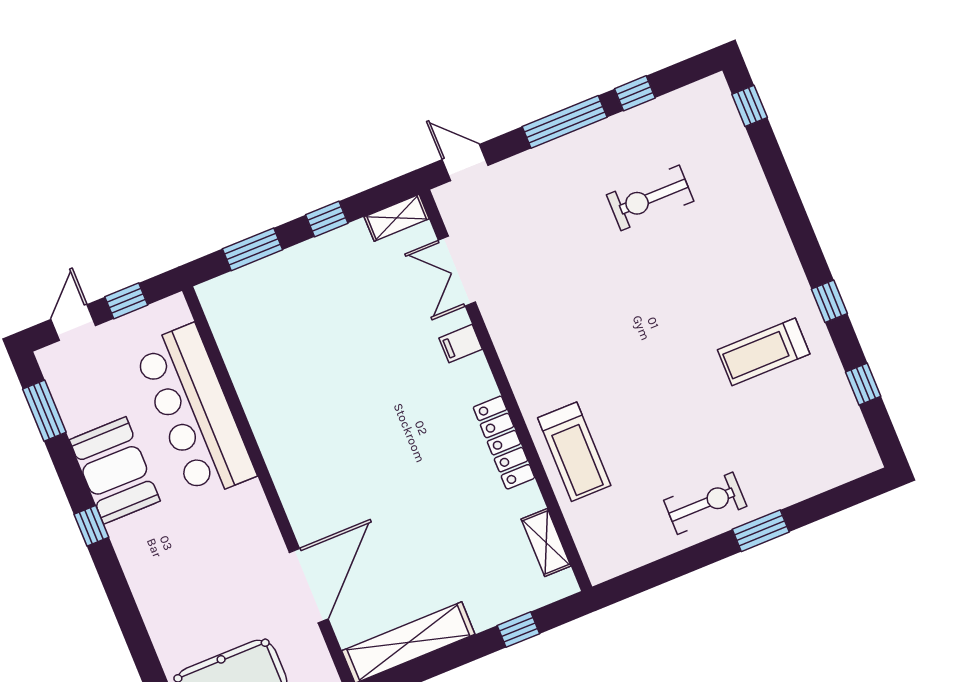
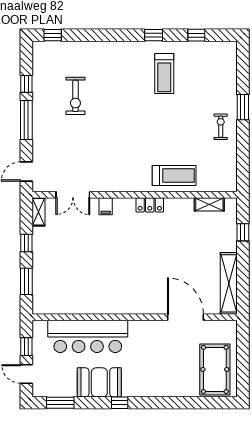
locker: (504, 443) -> (150, 205), width x0.66
exercise bike: (705, 503) -> (221, 127), width x0.73, depth x0.72

